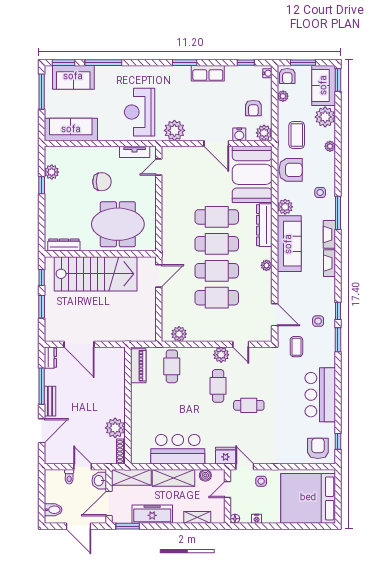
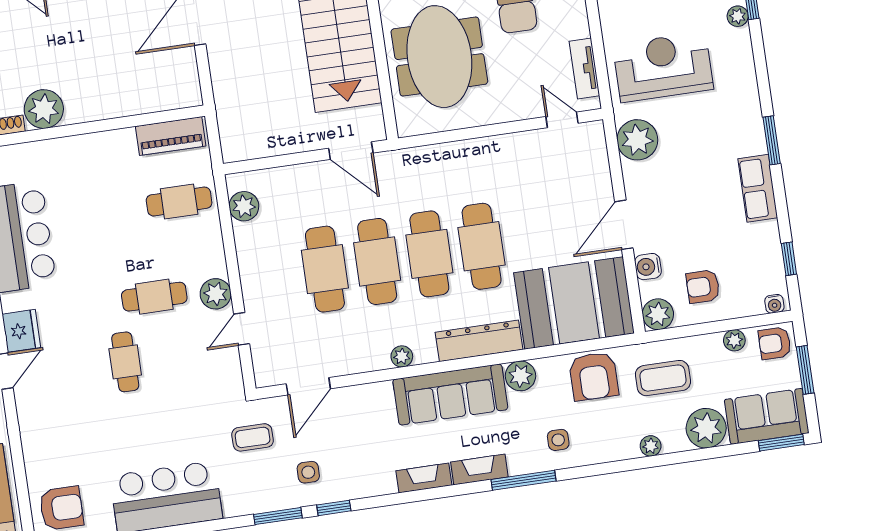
plant: (119, 71) -> (738, 16), added

